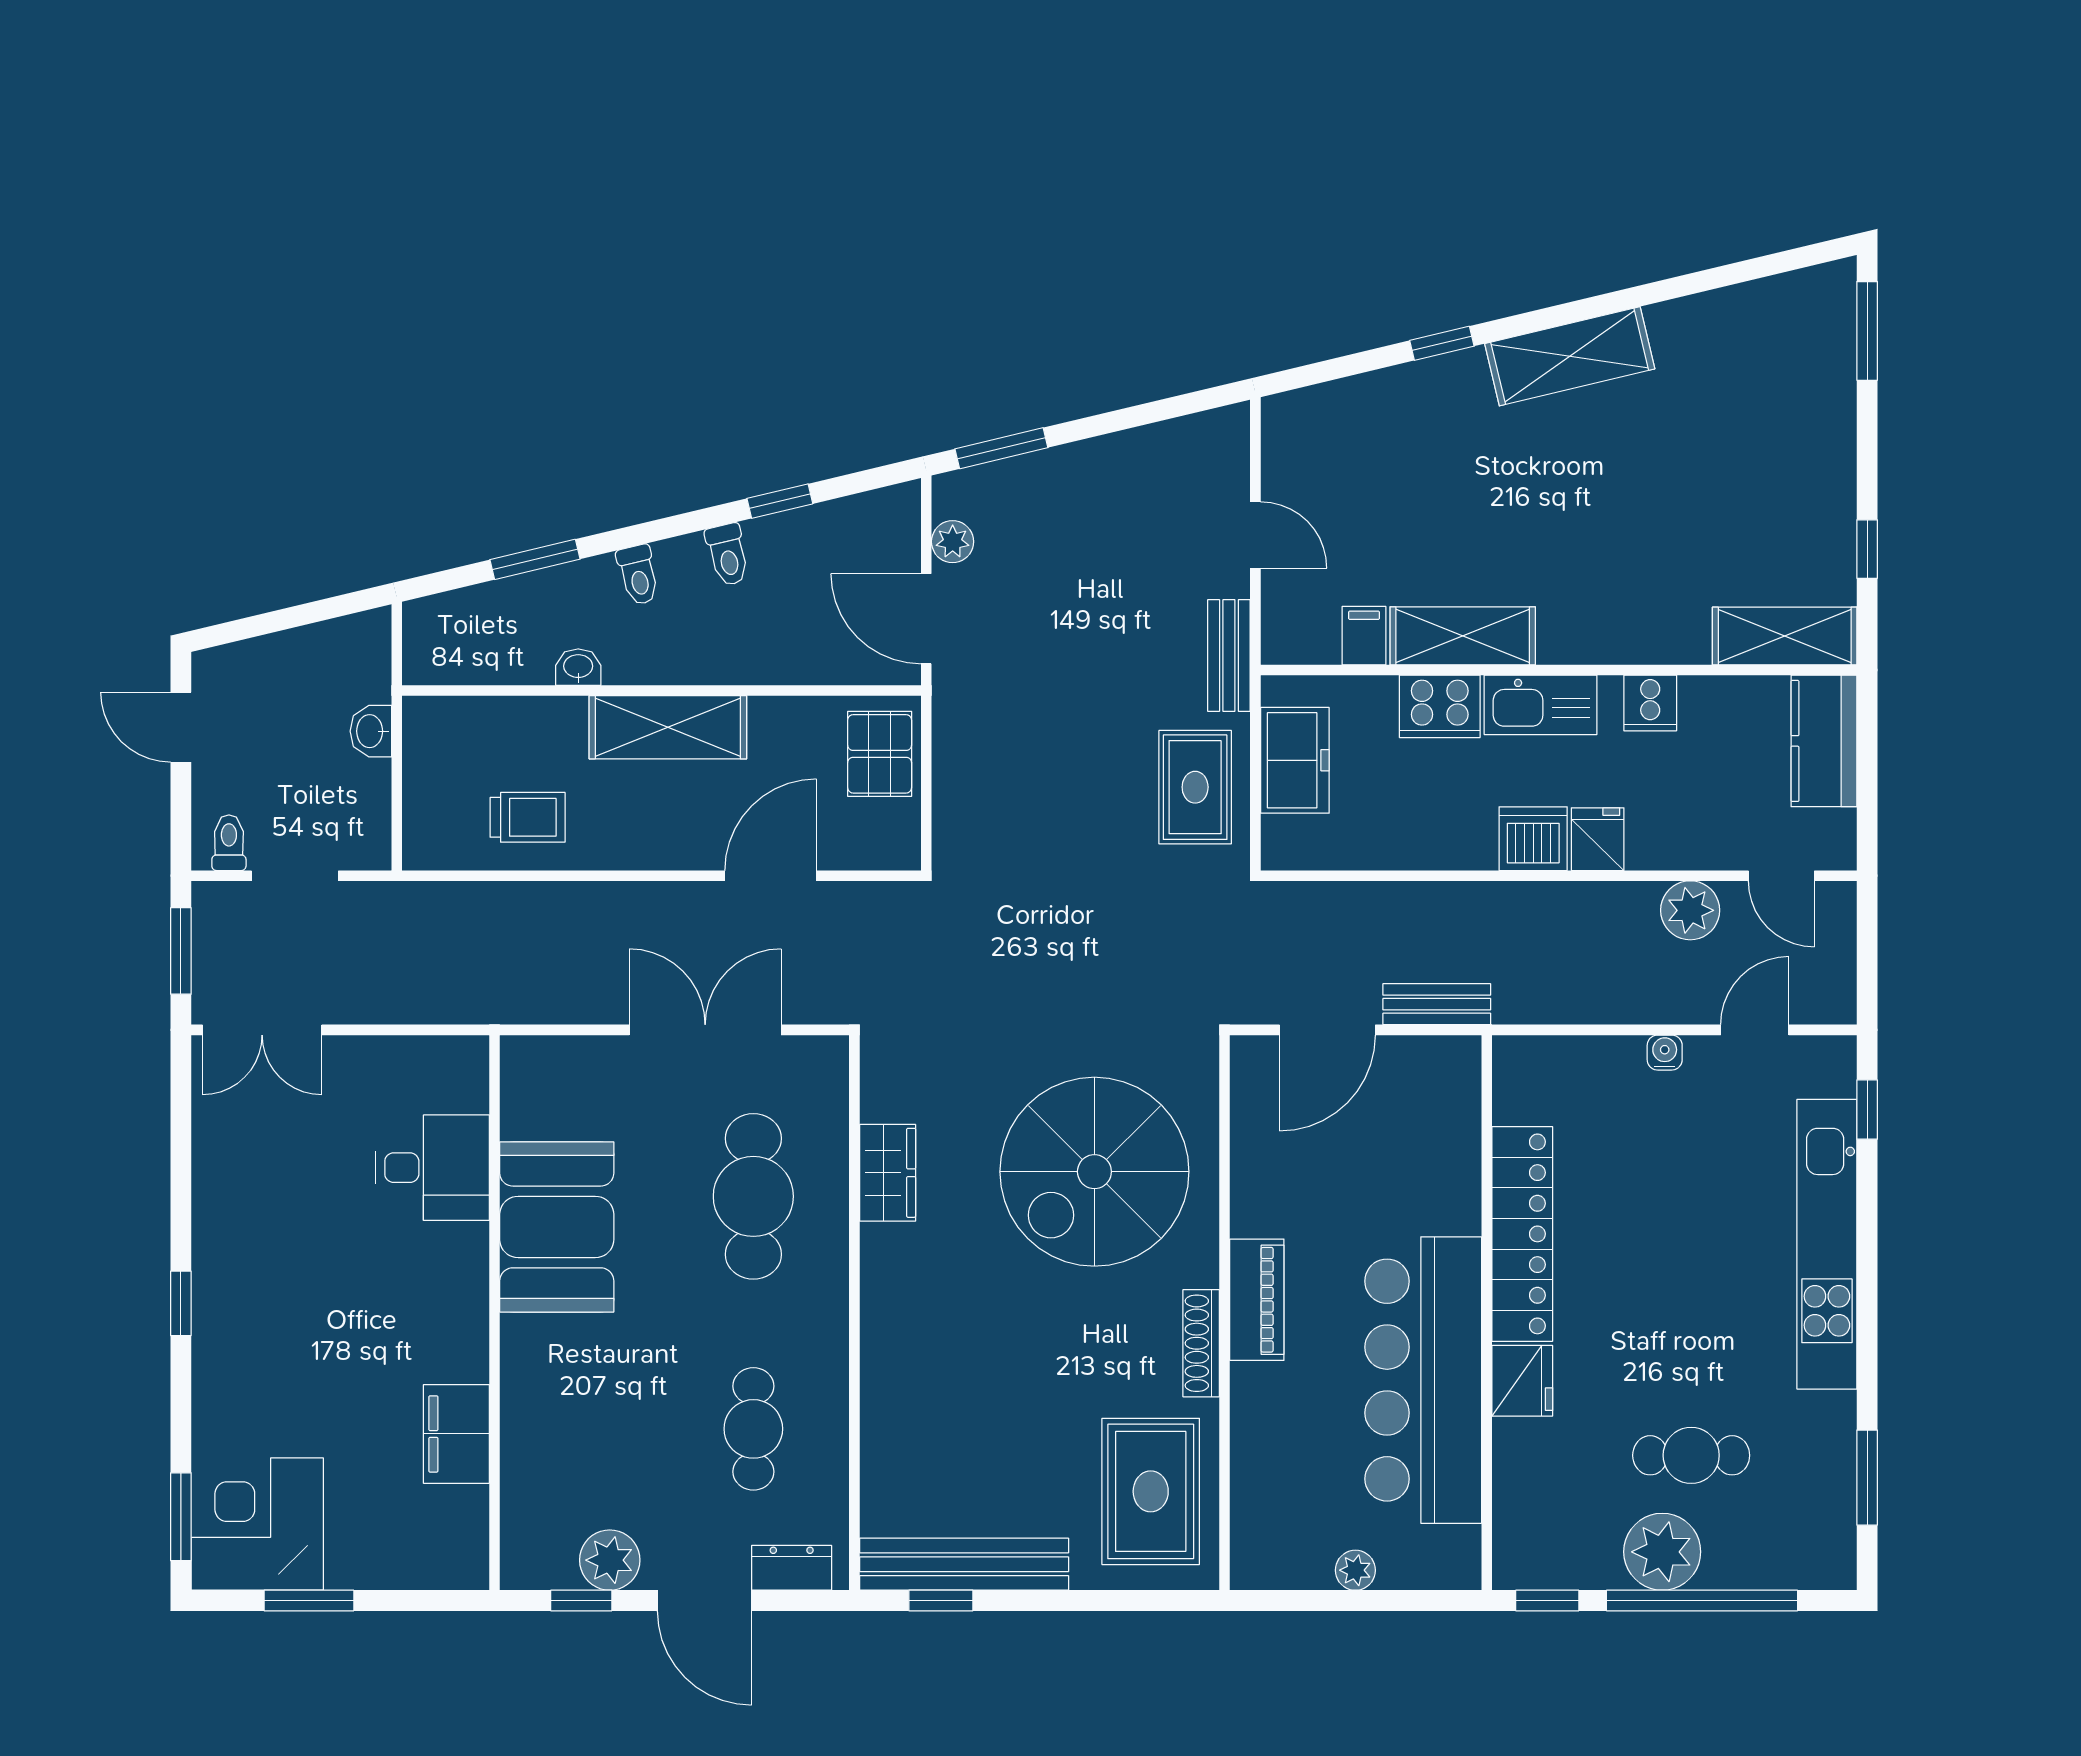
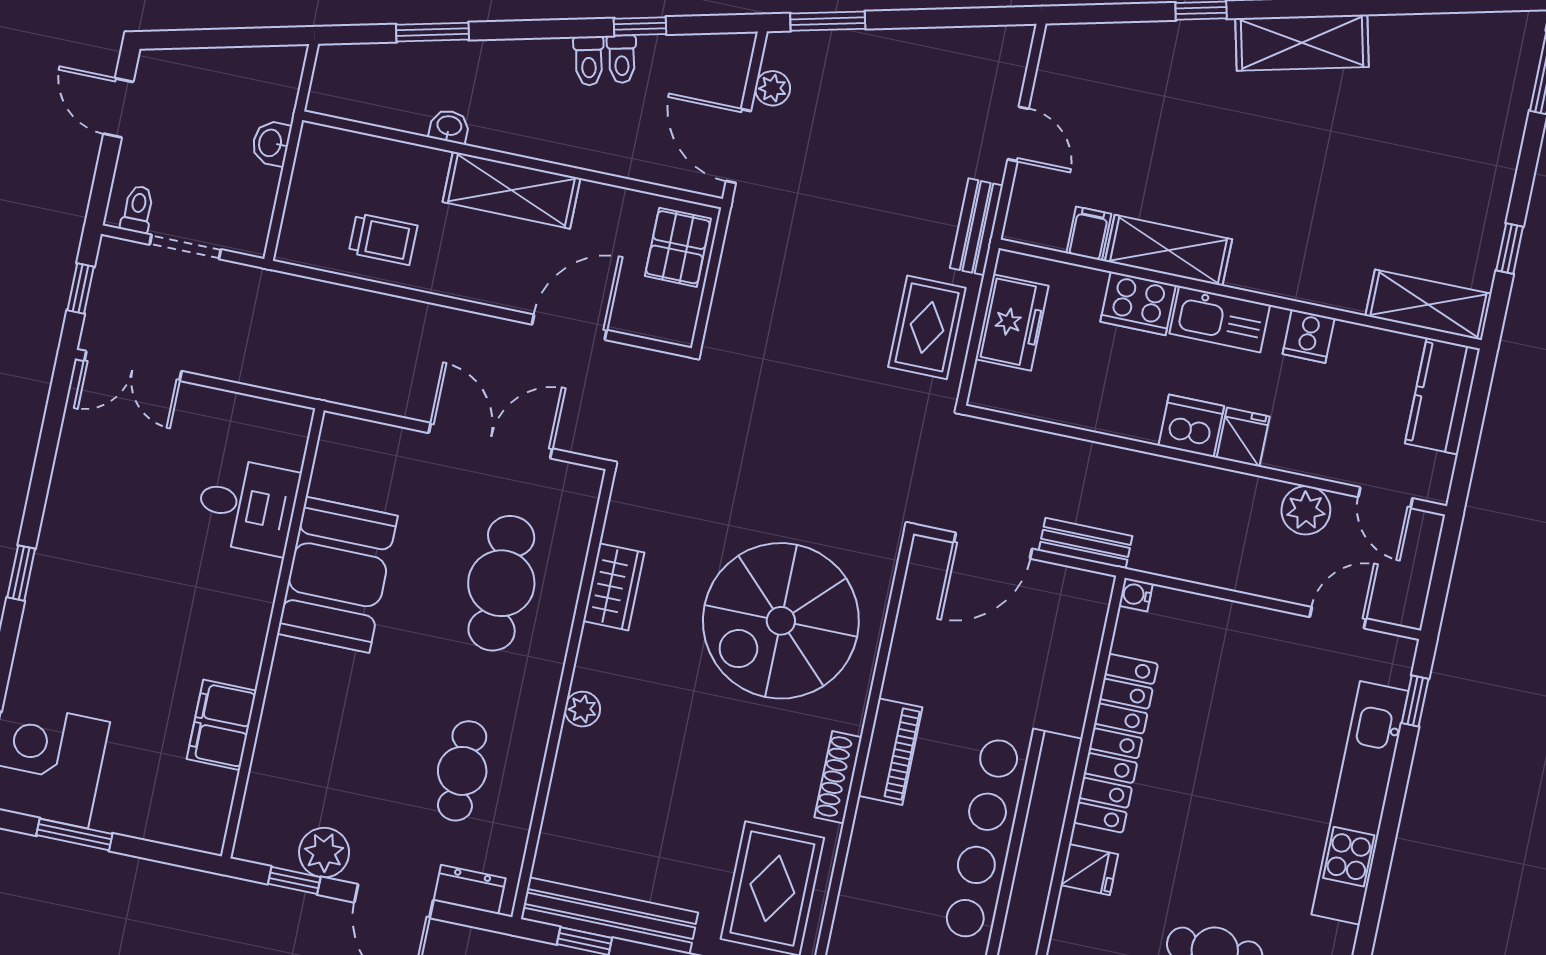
toilet: (638, 575) -> (622, 59), moved
window: (181, 951) -> (81, 289), width x0.67
water cooler: (1665, 1053) -> (1136, 595), moved, turned -90
plant: (881, 1326) -> (582, 709), added
fridge: (1522, 1381) -> (1089, 870), width x0.72

